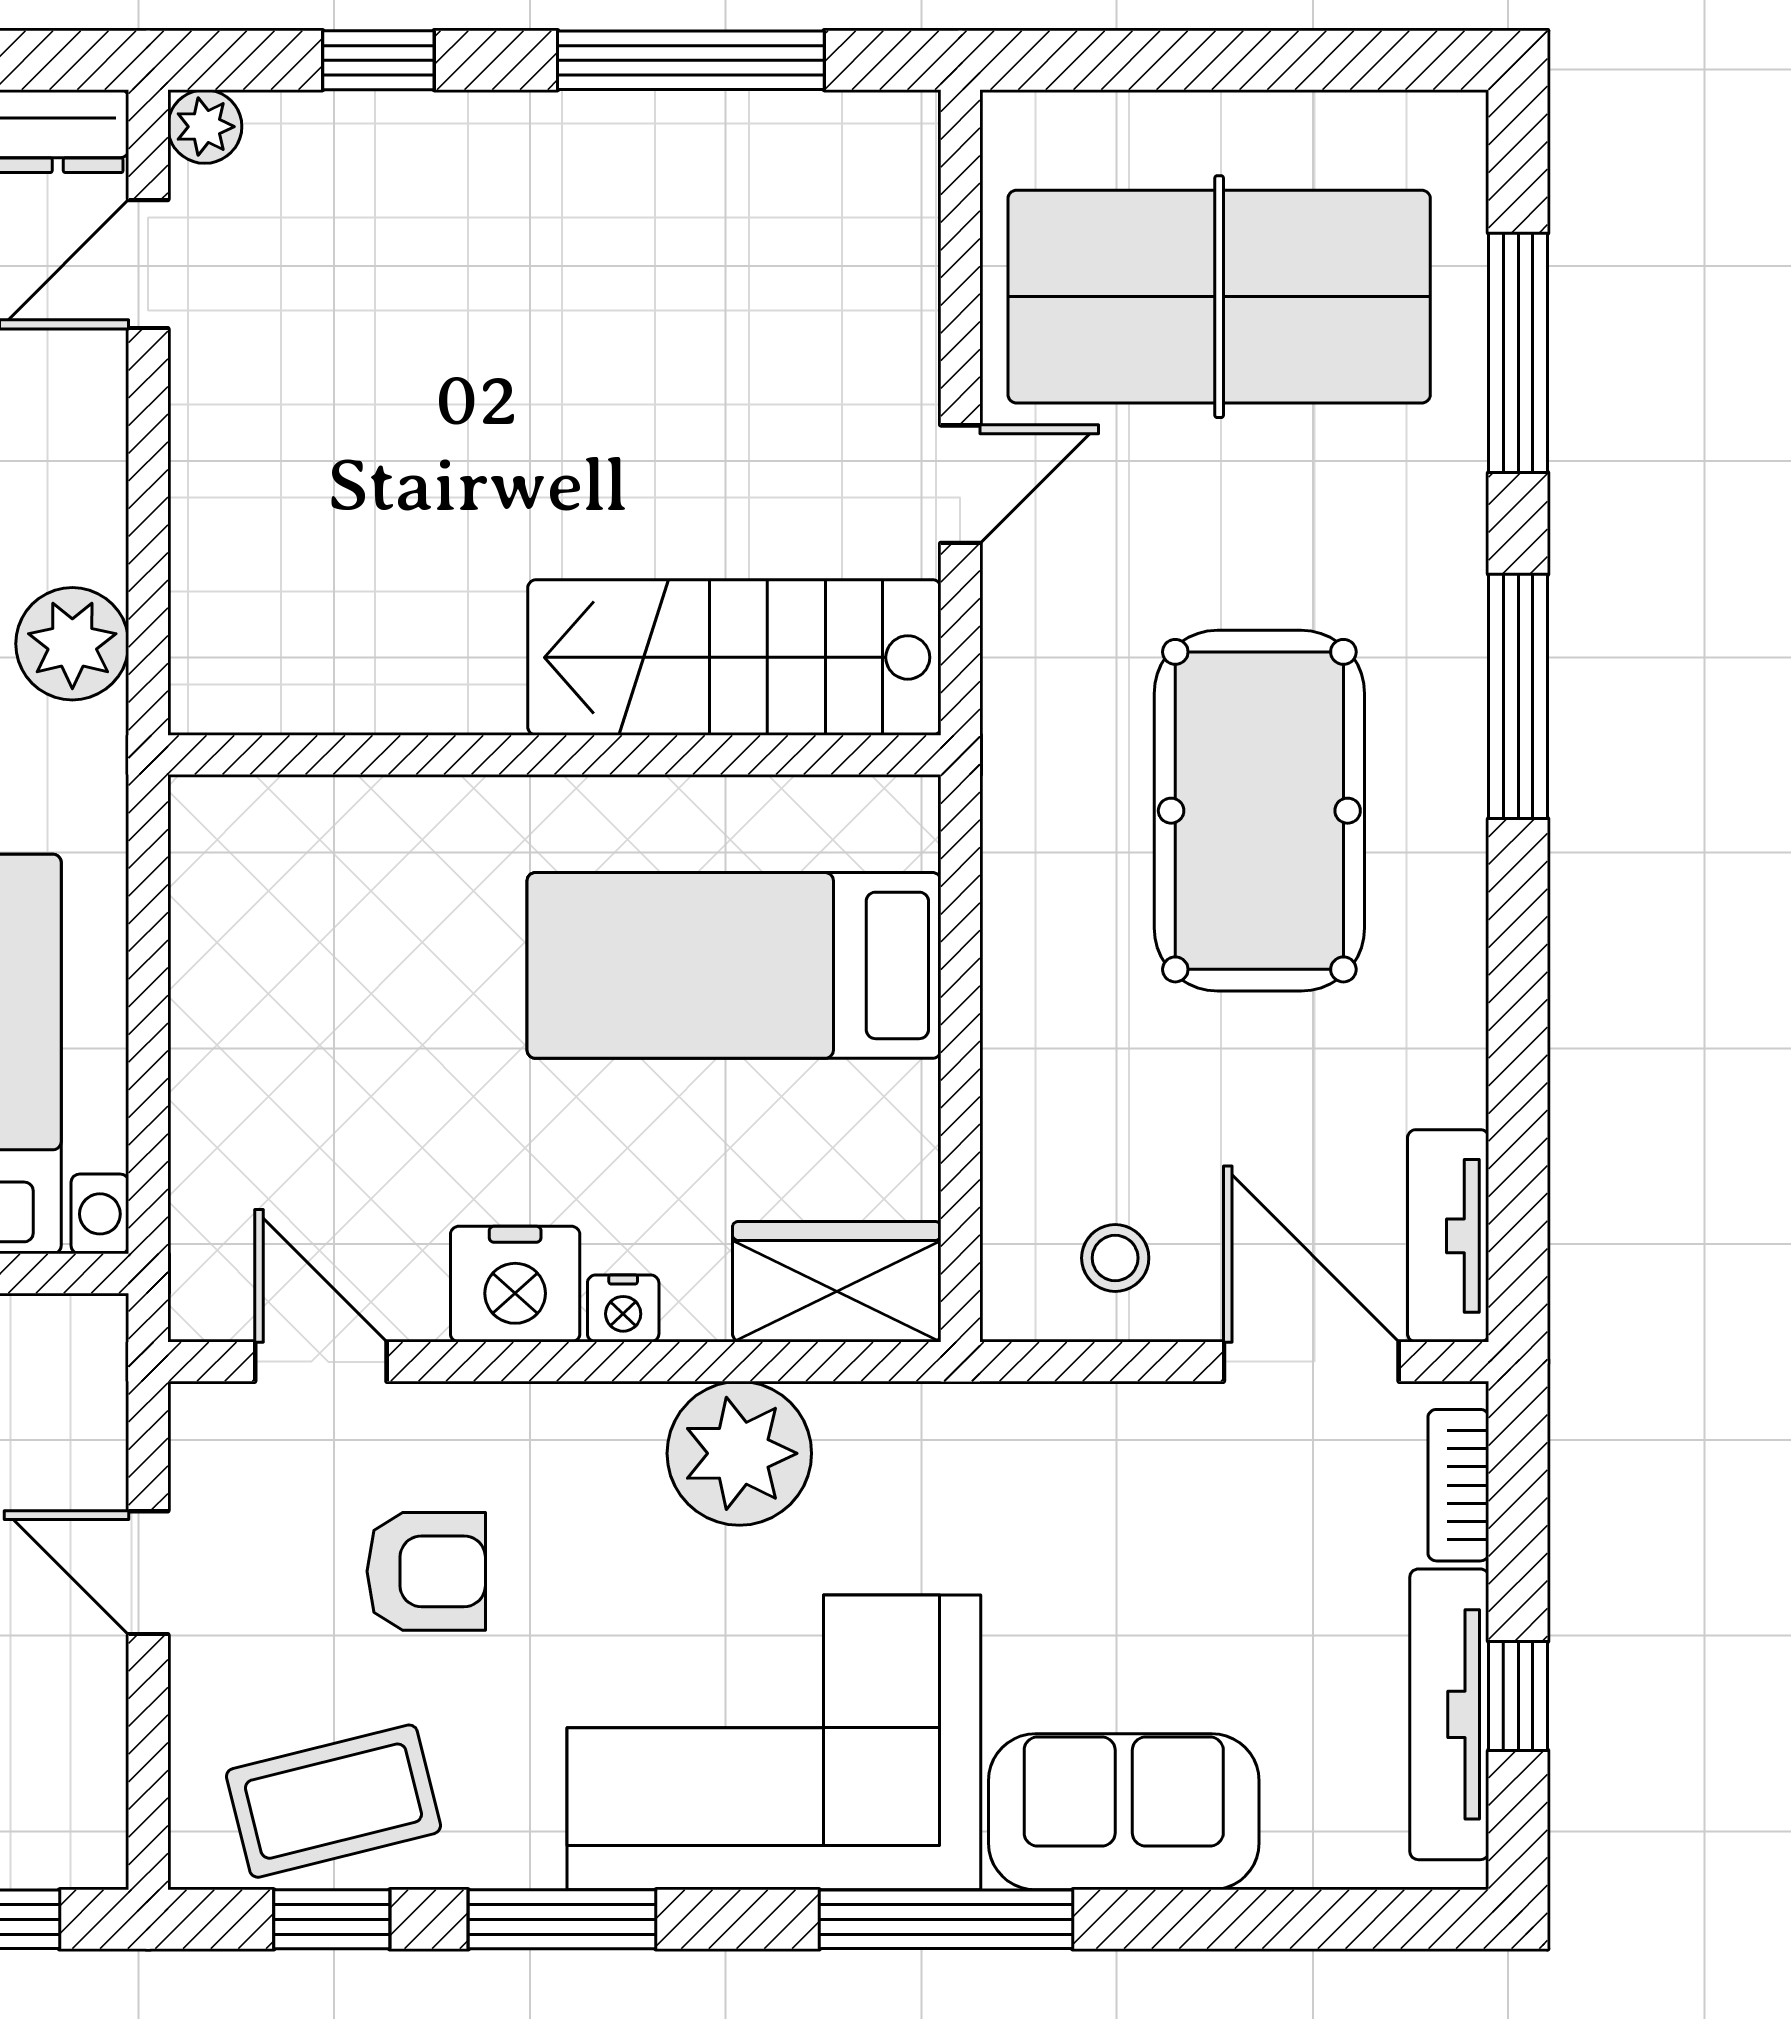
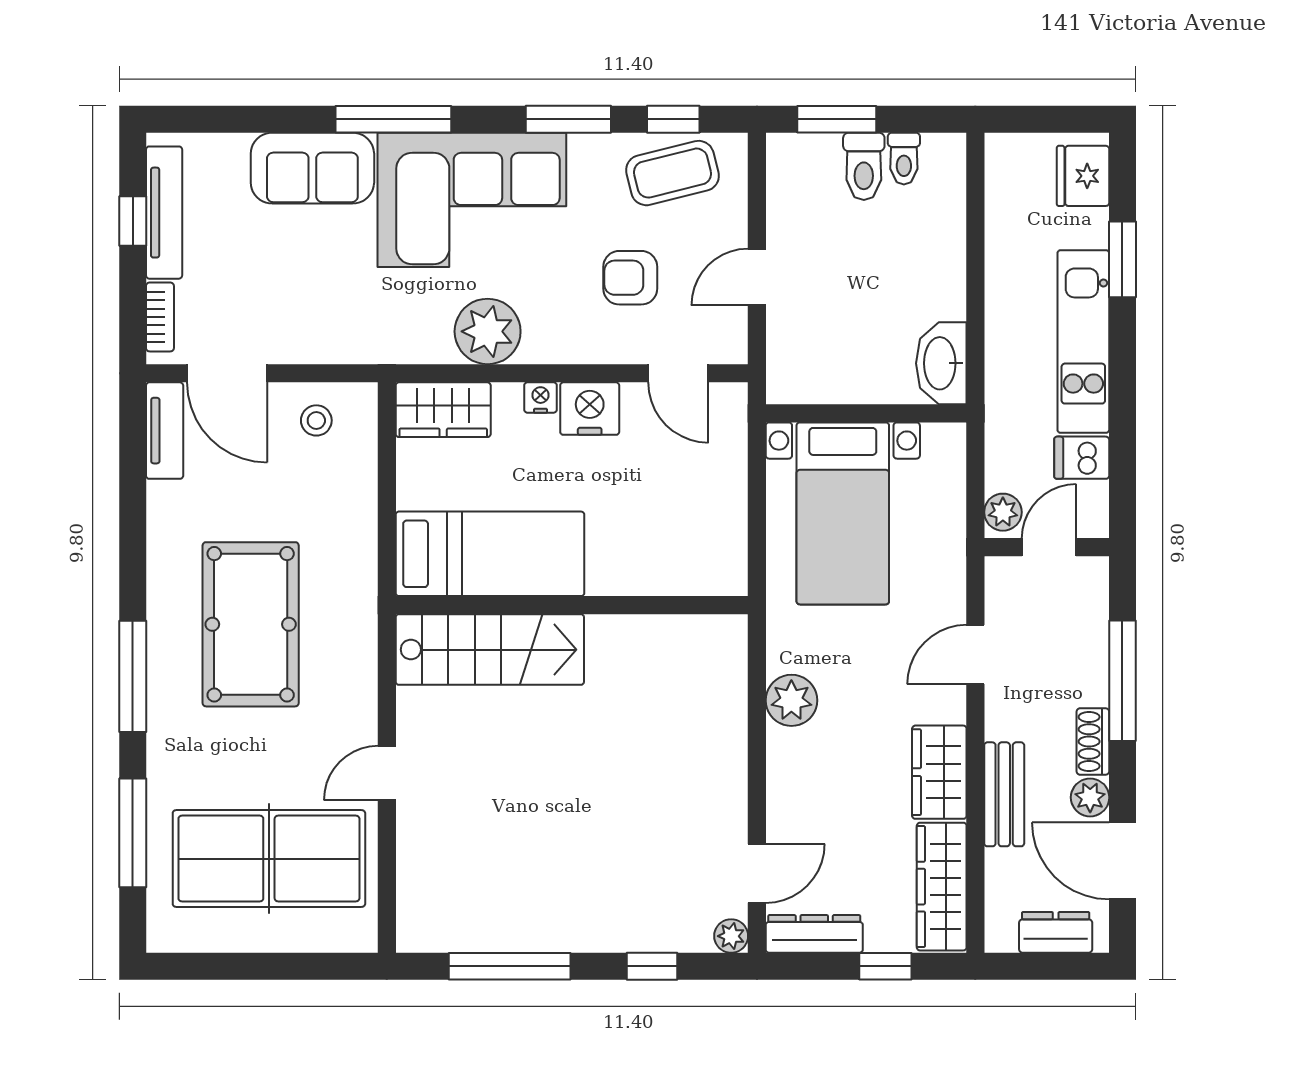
stairs: (734, 657) -> (490, 650), moved
wall: (554, 755) -> (572, 605), moved
door: (148, 1573) -> (757, 277), swing flipped

